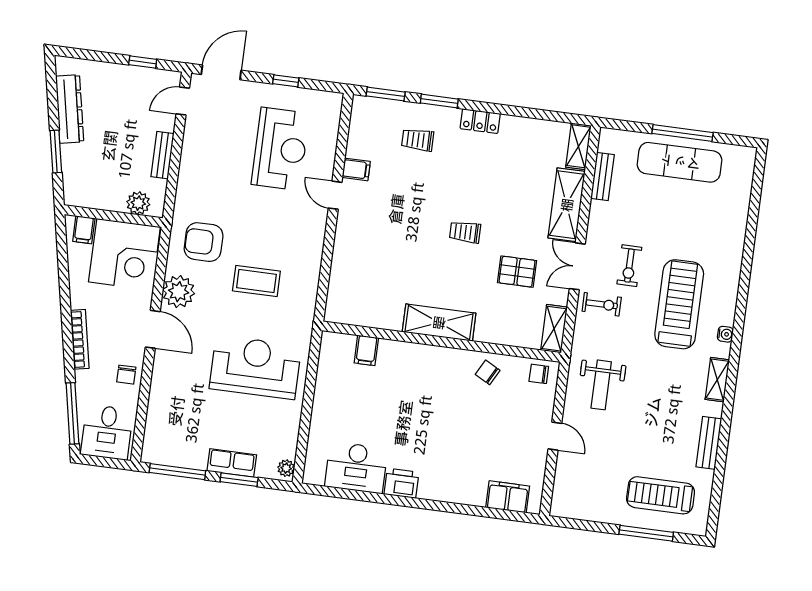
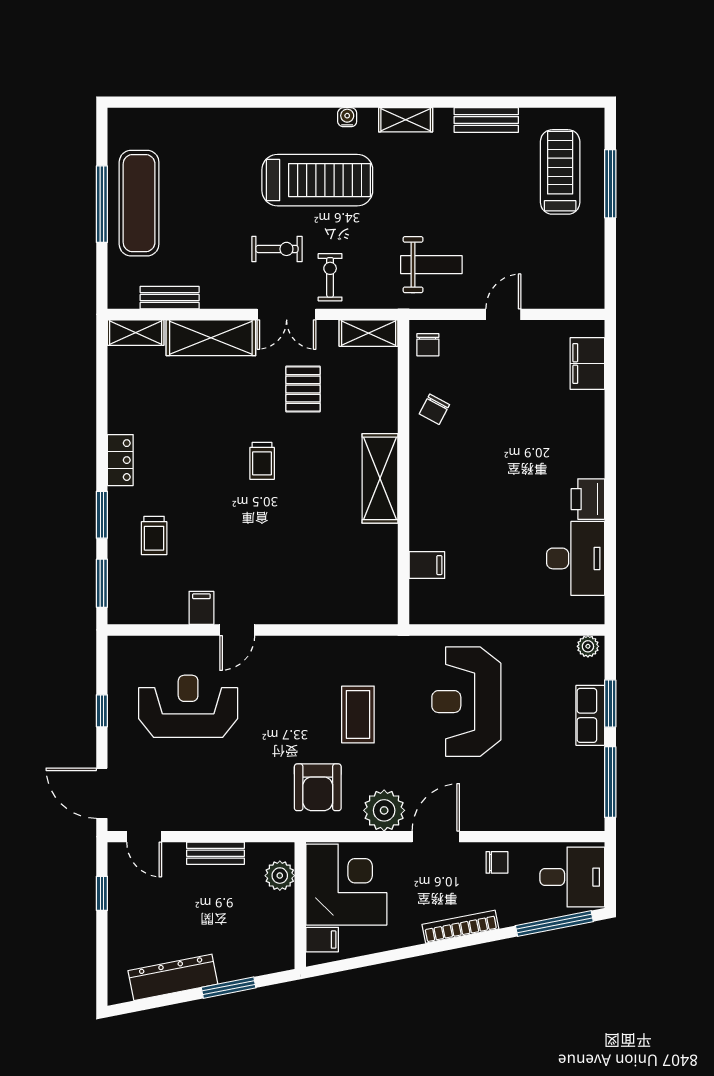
treadmill: (679, 304) -> (317, 180), turned 180
treadmill: (661, 495) -> (560, 172), turned 180

